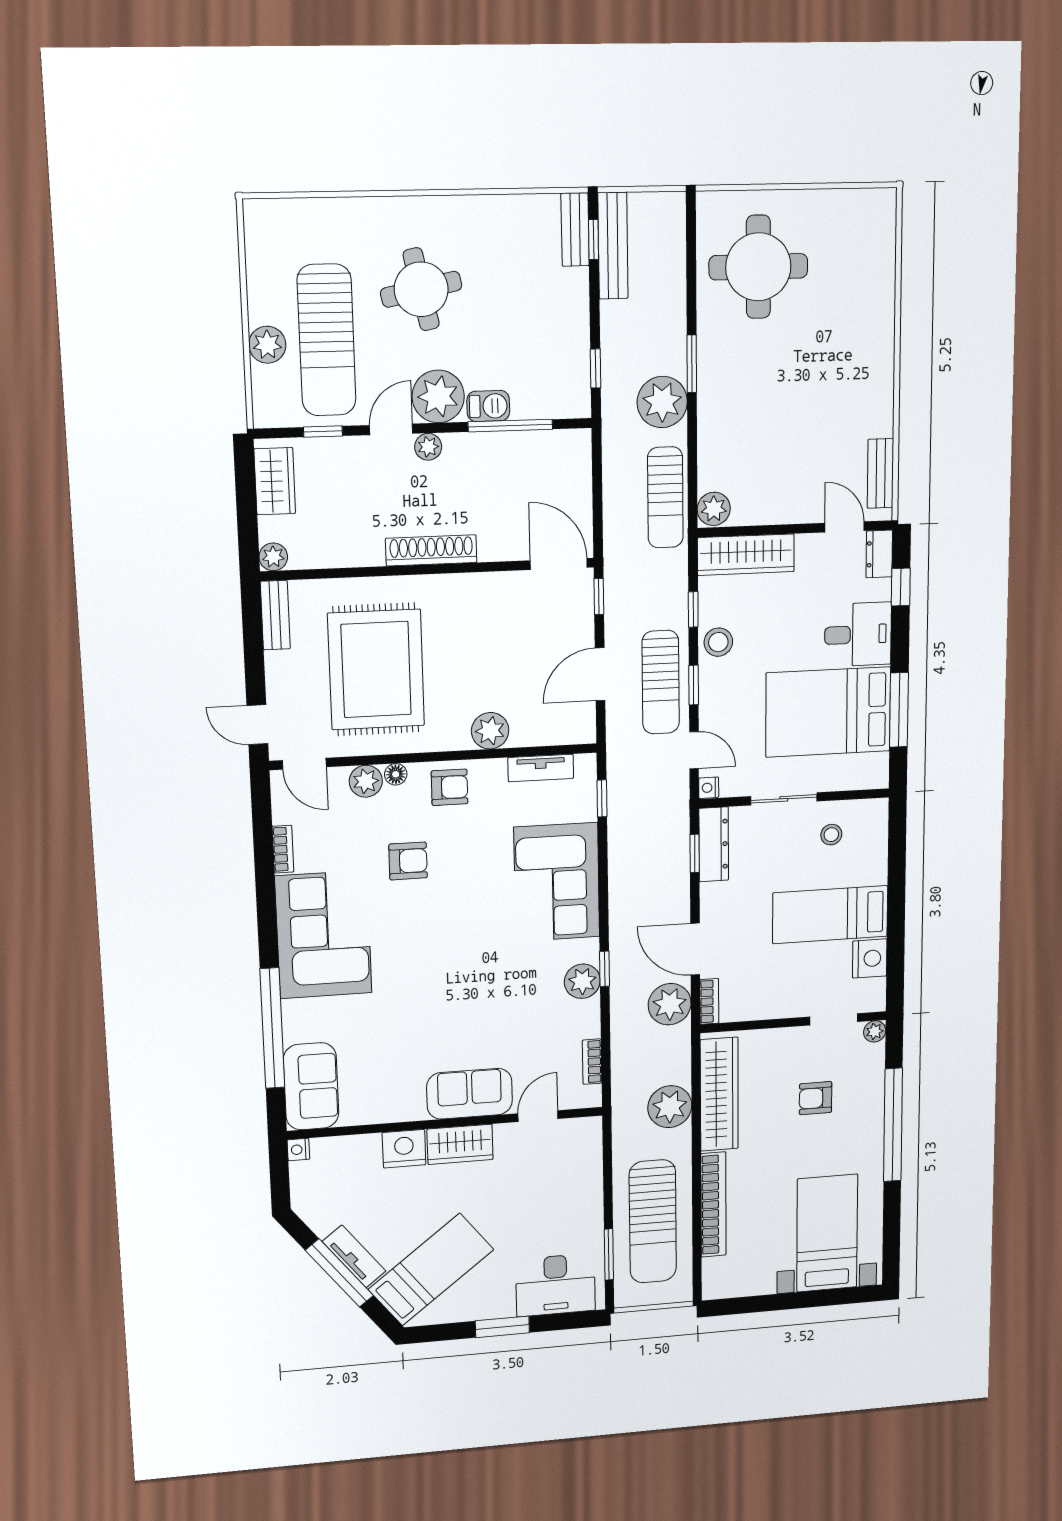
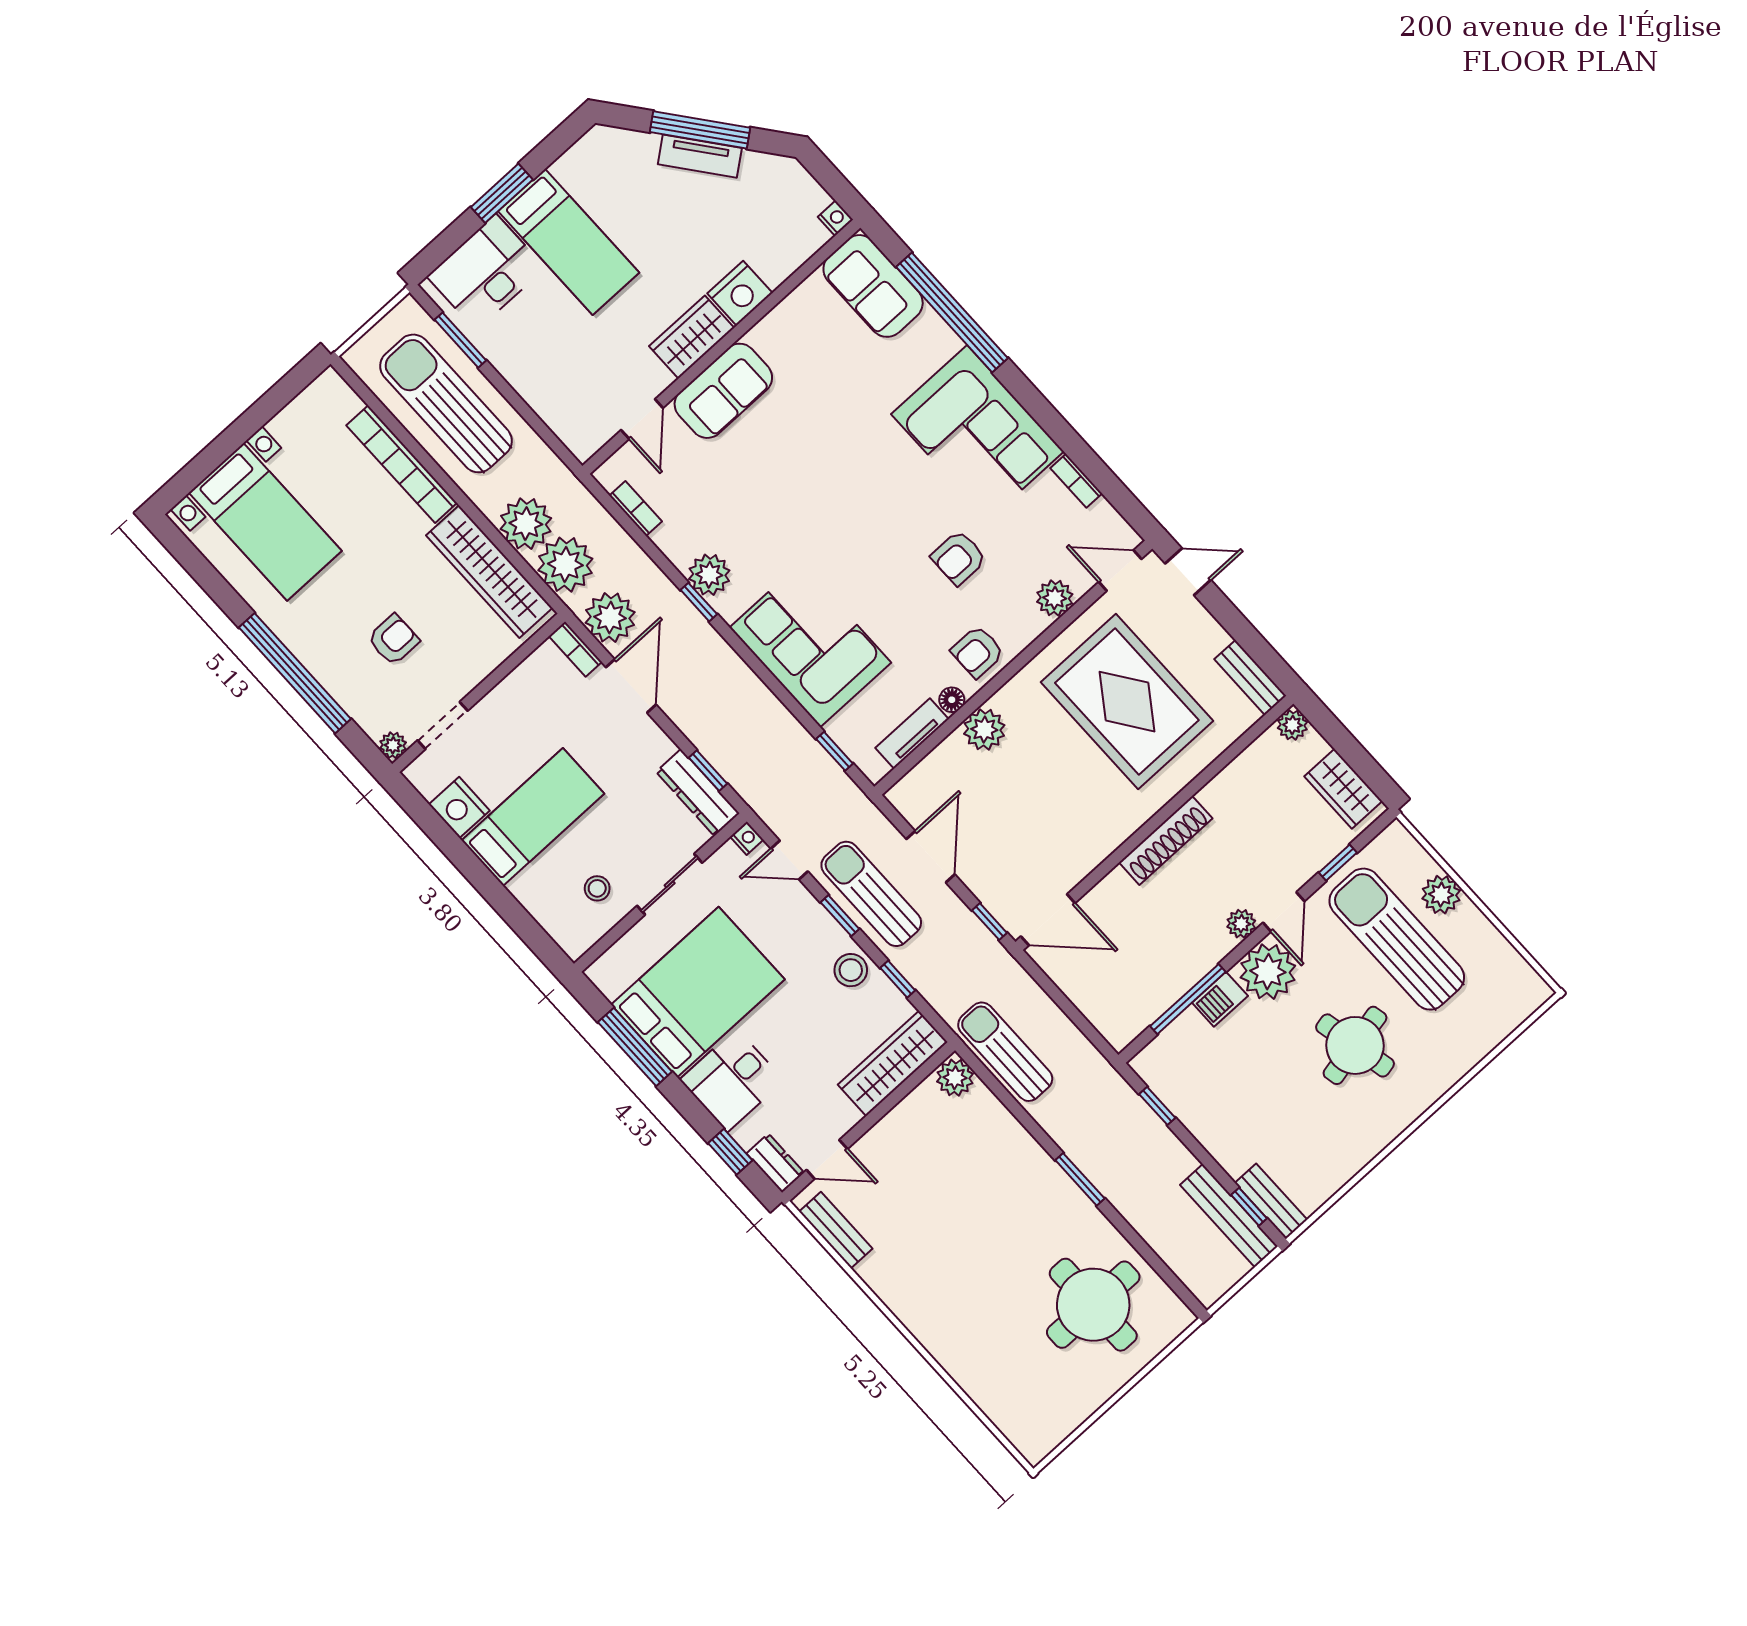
plant: (662, 402) -> (565, 565), moved
floor lamp: (396, 774) -> (952, 700), moved
door: (695, 949) -> (631, 686), hinge flipped
bed: (431, 1269) -> (569, 242), moved, turned -52

